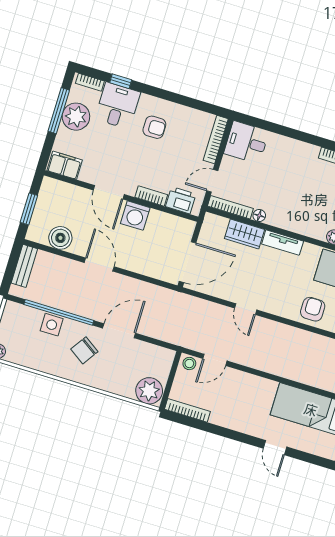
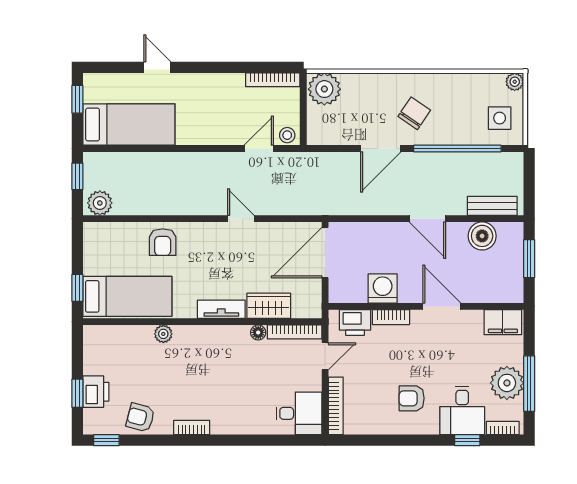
washing machine: (135, 216) -> (383, 289), moved
bench: (24, 266) -> (492, 206), moved, turned 90
side table: (52, 325) -> (500, 118), moved

